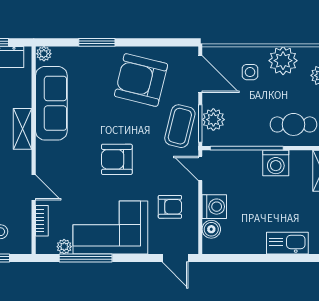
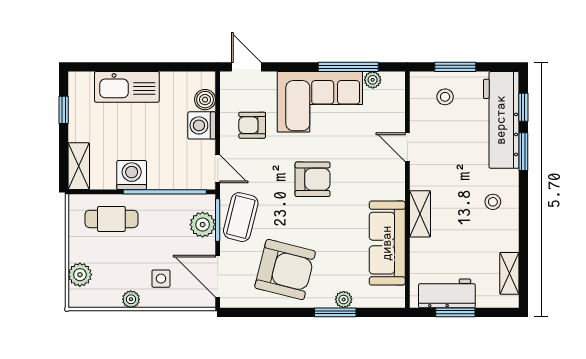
plant: (44, 54) -> (344, 299), moved
plant: (283, 61) -> (131, 299), width x0.53, depth x0.53
bookcase: (42, 221) -> (398, 109), removed
kitchen sink: (287, 243) -> (127, 87), width x1.36, depth x1.24

